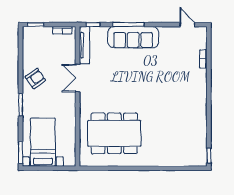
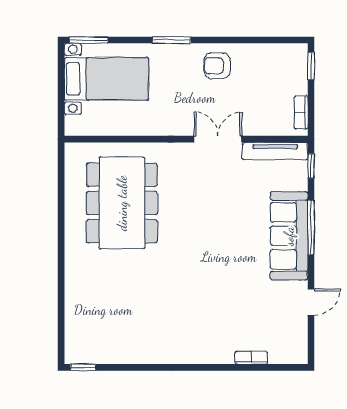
door: (187, 25) -> (311, 302), moved
armchair: (35, 79) -> (217, 66), turned 125

